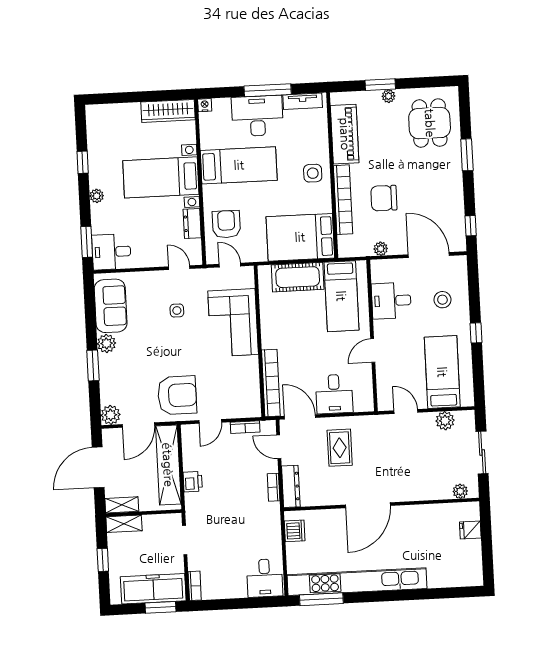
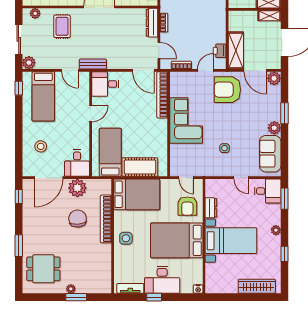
window: (268, 90) -> (154, 297), width x0.46
wardrobe: (168, 111) -> (257, 286), moved
dining table: (430, 123) -> (43, 269), turned 90
piano: (345, 134) -> (102, 264), removed
bed: (239, 165) -> (177, 240), width x1.50
chair: (384, 198) -> (78, 219), turned -95
plant: (381, 249) -> (77, 188), width x1.87, depth x1.87
door: (429, 255) -> (49, 178), hinge flipped
door: (179, 268) -> (241, 178), moved
desk: (391, 301) -> (77, 163), moved, turned 90
corner sofa: (233, 323) -> (186, 121), moved
window: (476, 333) -> (19, 88), moved
desk: (334, 394) -> (105, 84), moved, turned -90
plant: (445, 421) -> (29, 63), moved
bench: (373, 422) -> (93, 64), added
door: (138, 425) -> (255, 70), swing flipped
rug: (340, 448) -> (62, 26), moved
shelving: (168, 465) -> (236, 50), width x0.68
printer: (193, 482) -> (220, 51), moved

